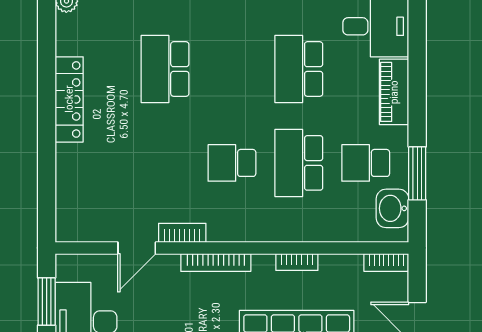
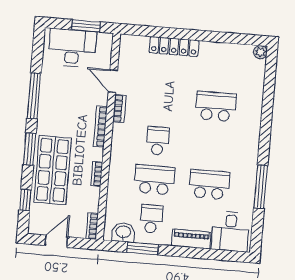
locker: (69, 99) -> (174, 46), moved

